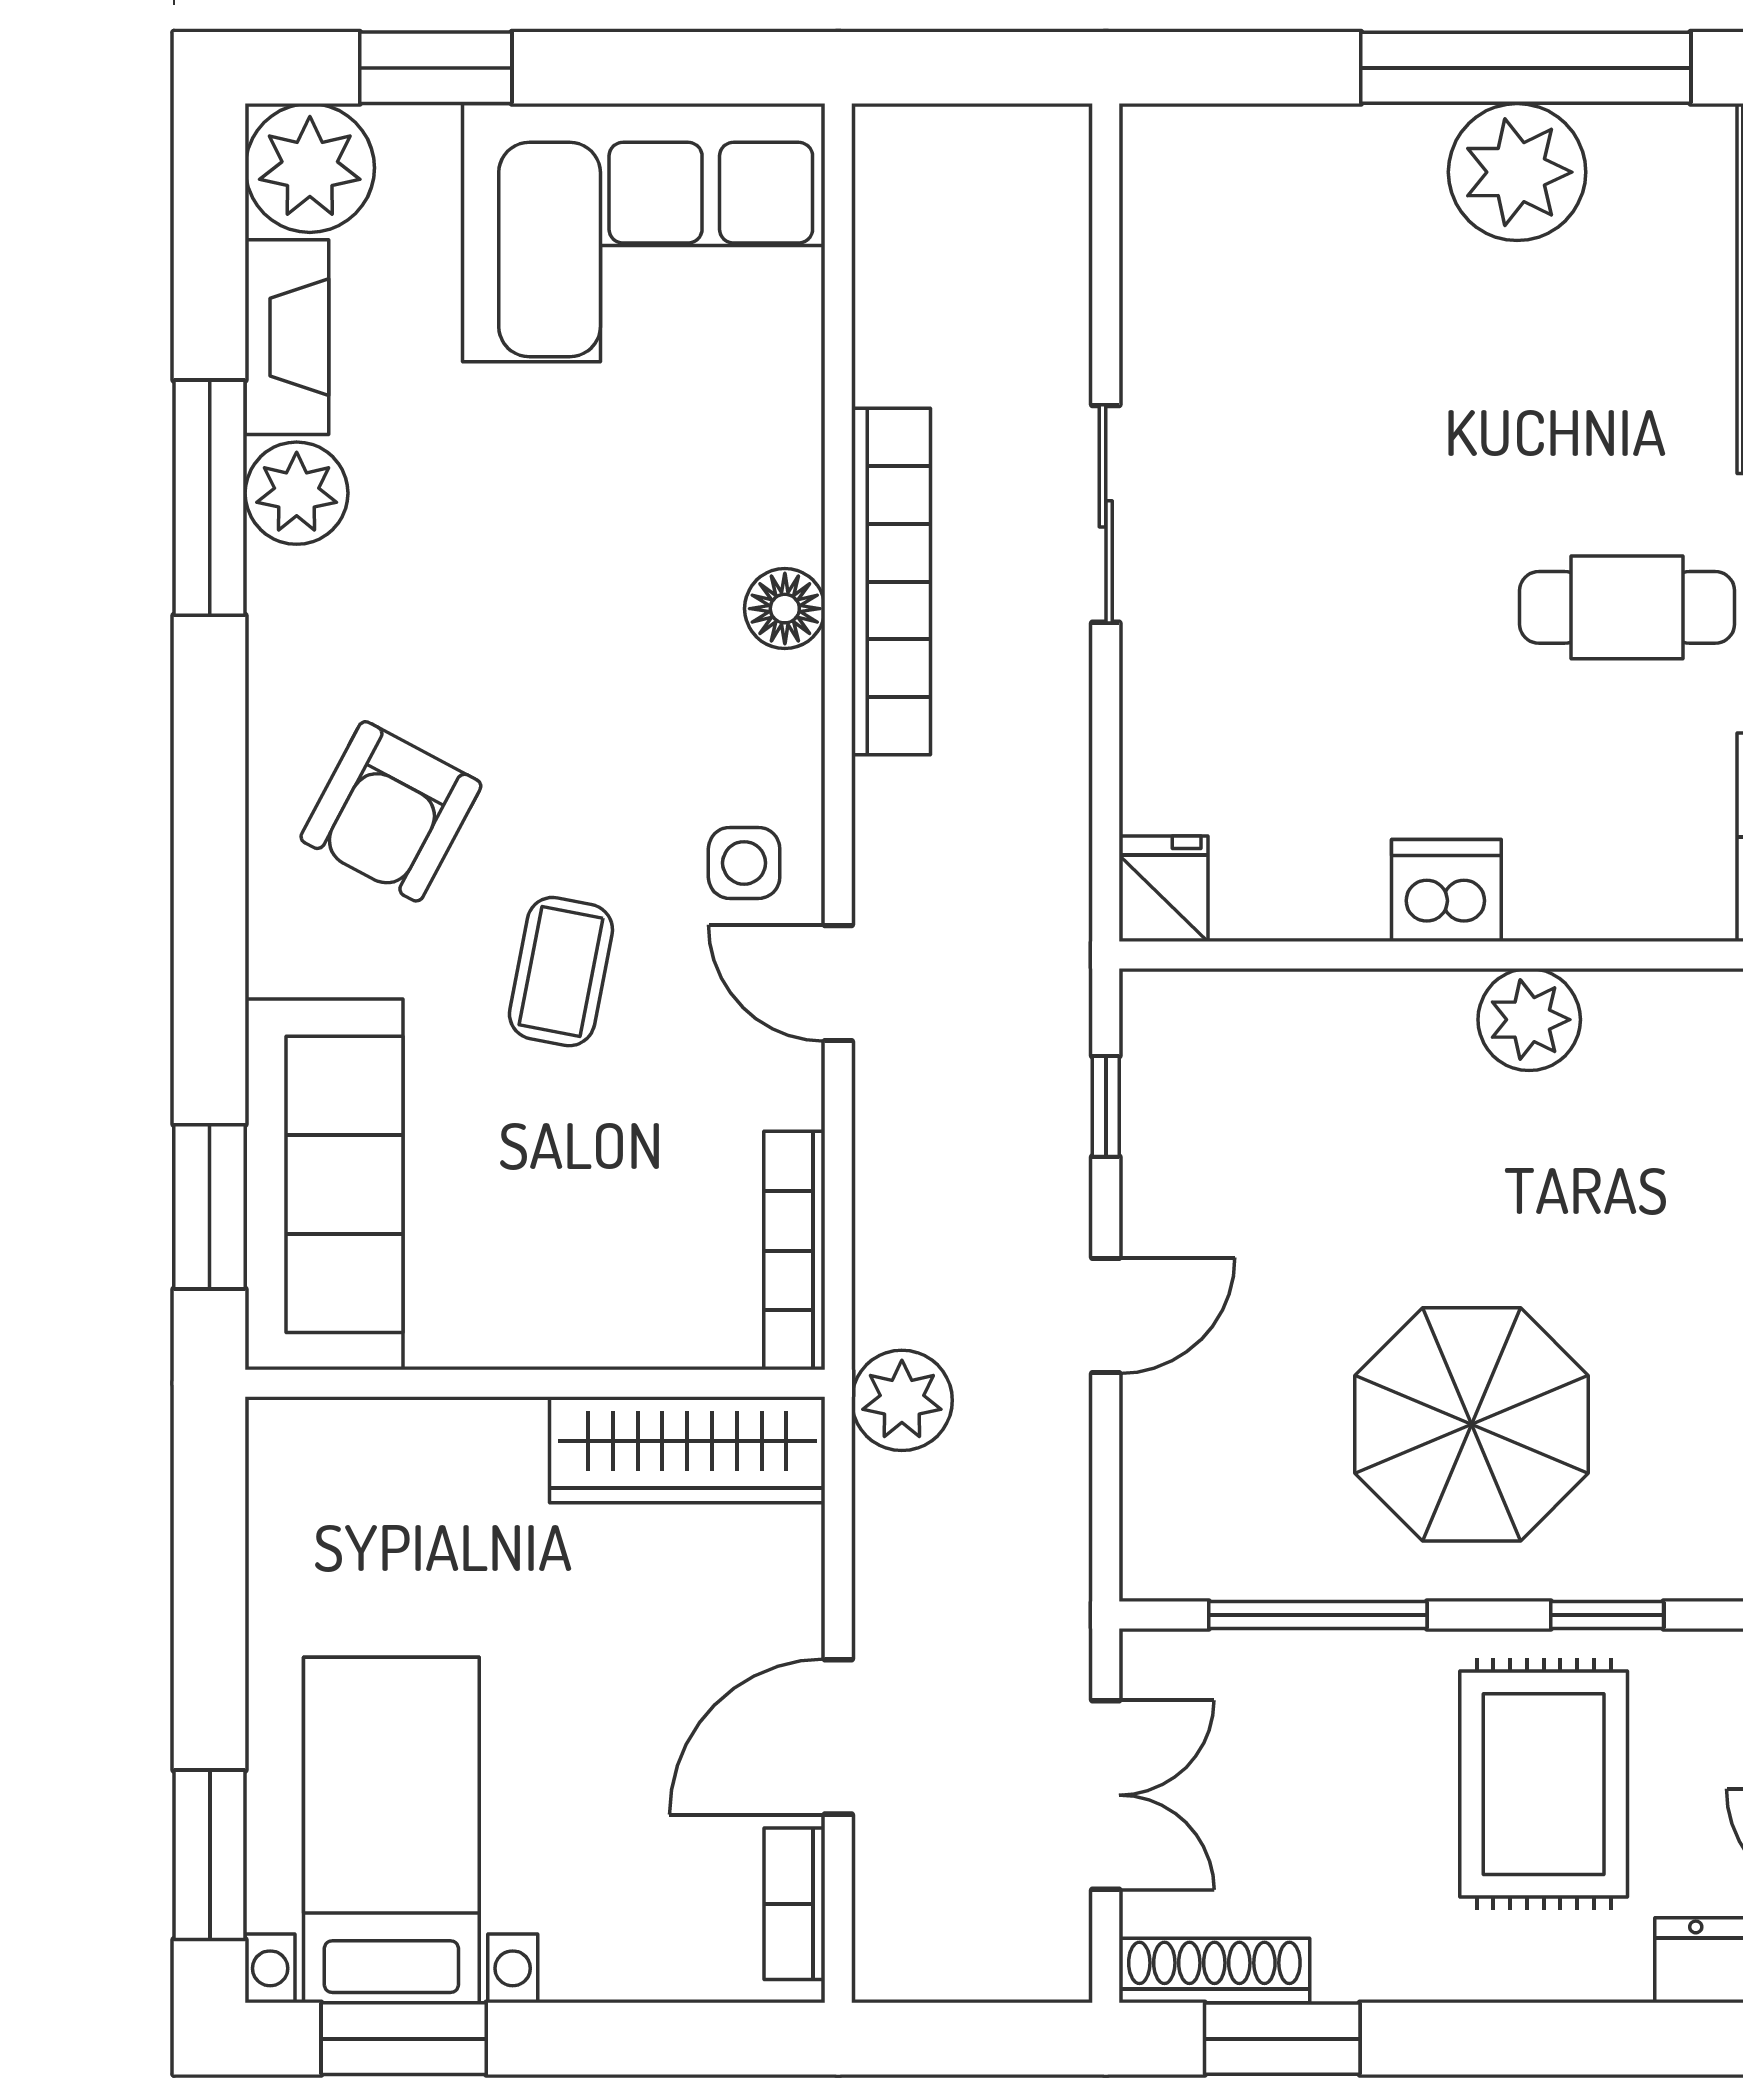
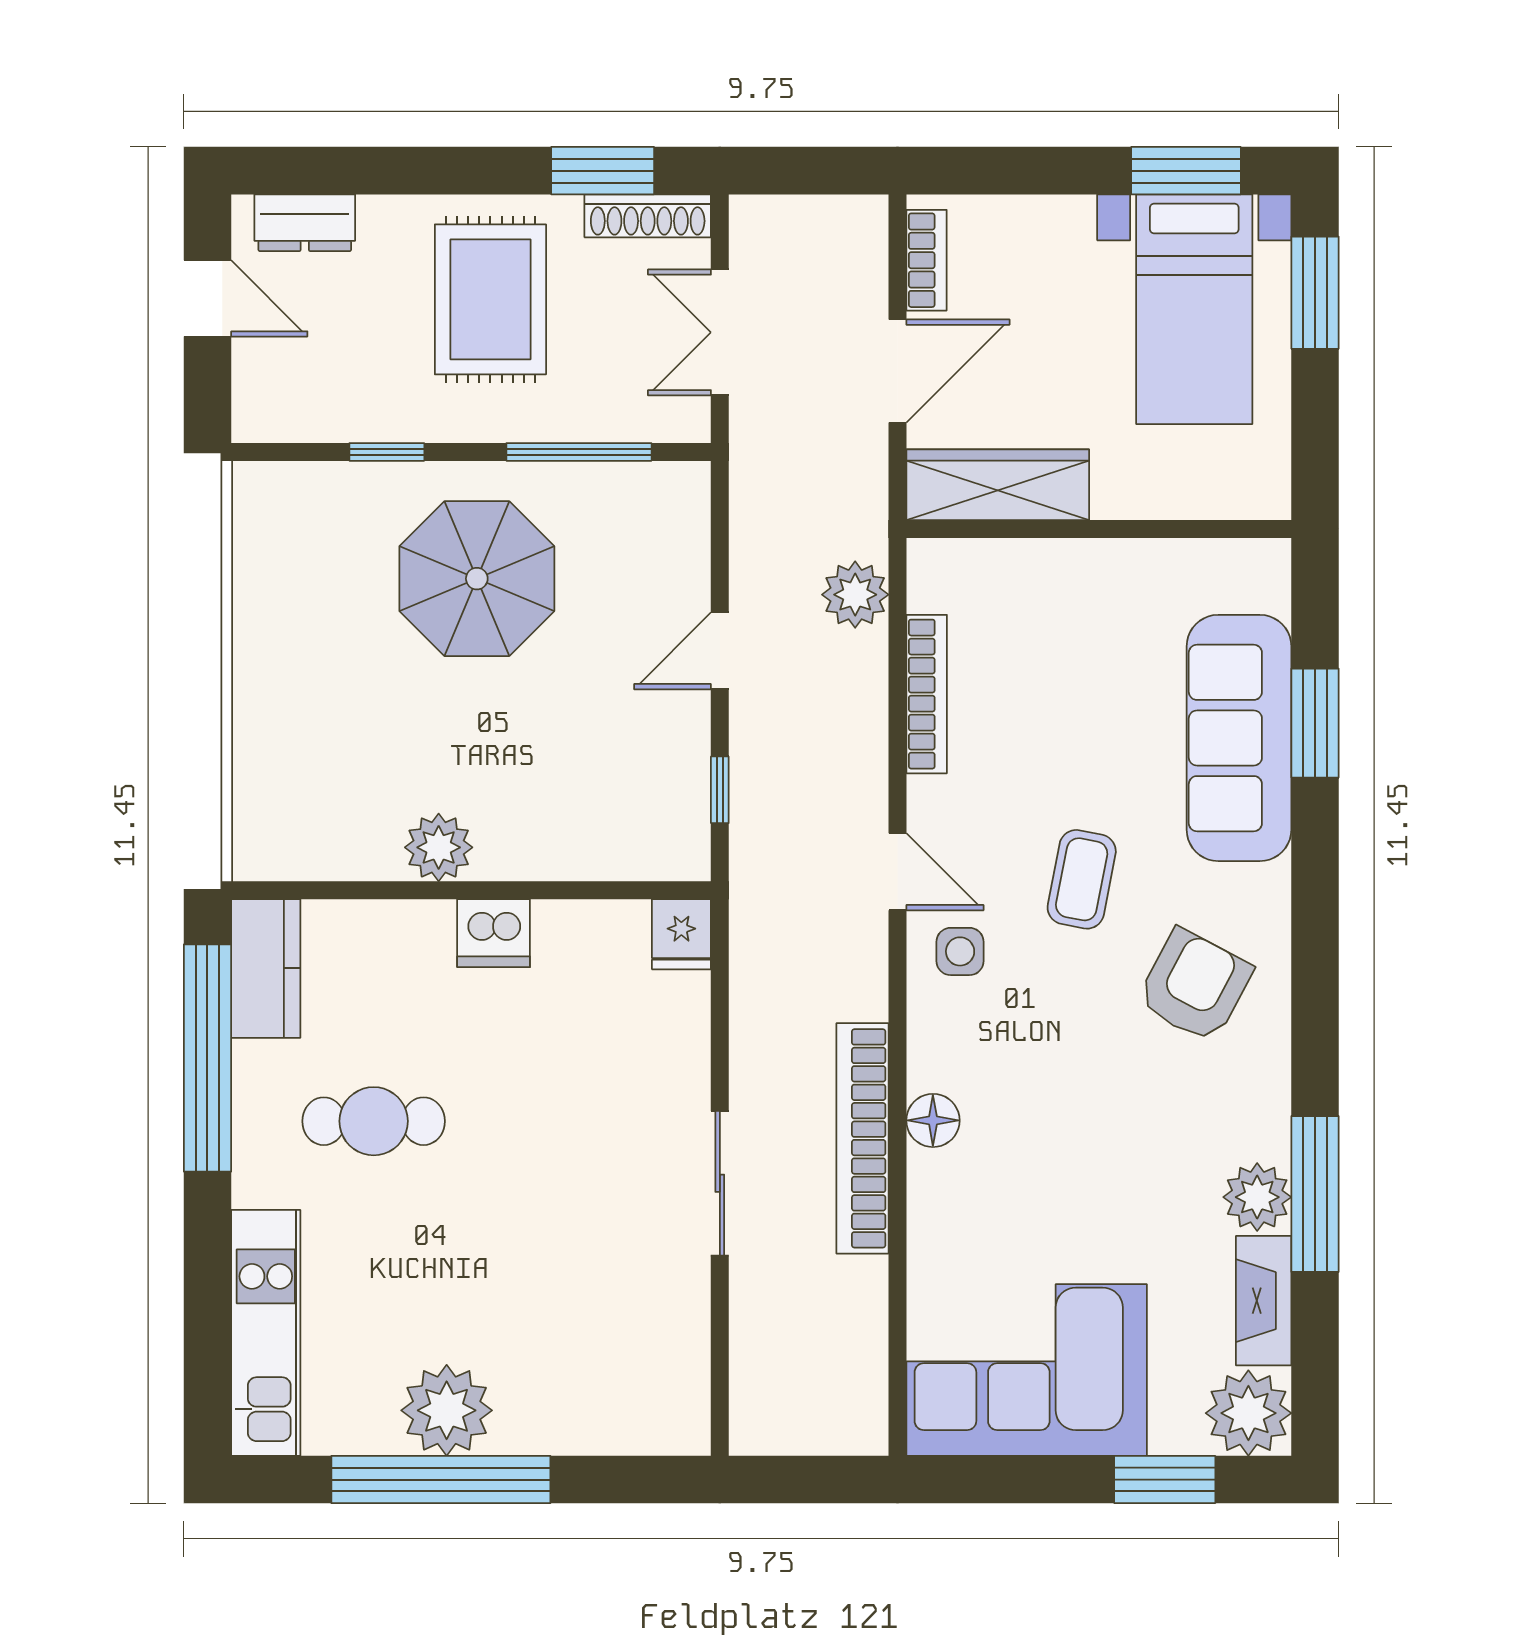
wall: (535, 1383) -> (1099, 529), moved
wardrobe: (687, 1450) -> (998, 485), moved
rug: (1544, 1784) -> (490, 299), moved

